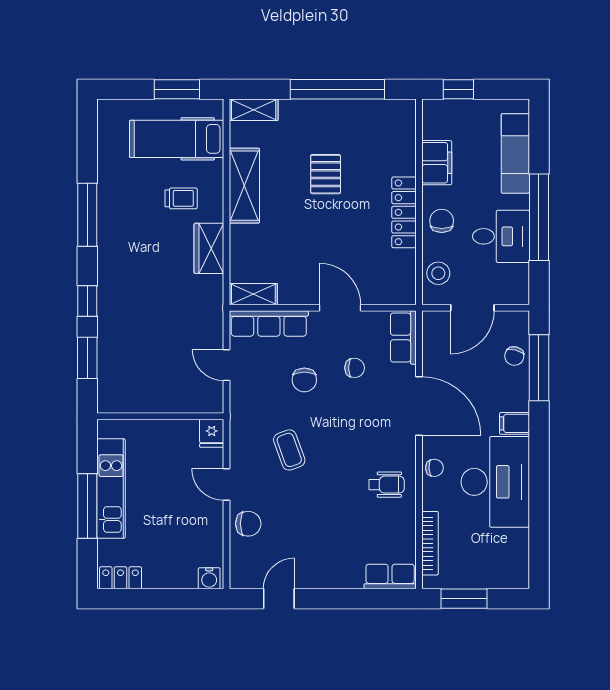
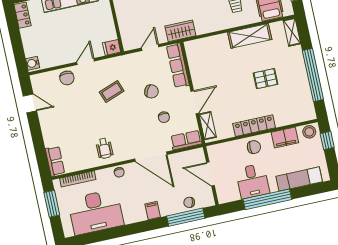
wardrobe: (209, 248) -> (180, 31), moved
stool: (438, 273) -> (309, 132), moved
shelving: (253, 294) -> (208, 126), moved
chair: (304, 380) -> (151, 91), turned -153
door: (419, 406) -> (151, 157), hinge flipped
desk: (495, 482) -> (96, 212), moved

